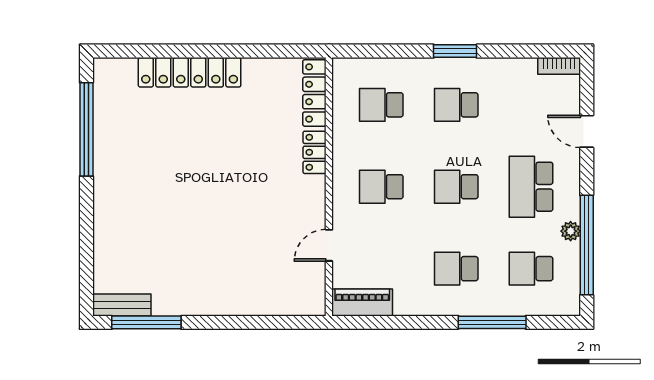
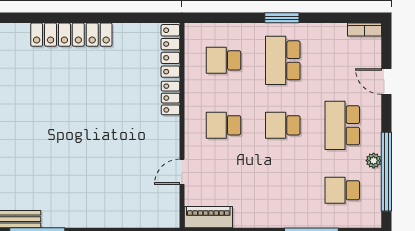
school desk: (456, 105) -> (283, 60), width x1.85
school desk: (456, 269) -> (283, 190), removed

